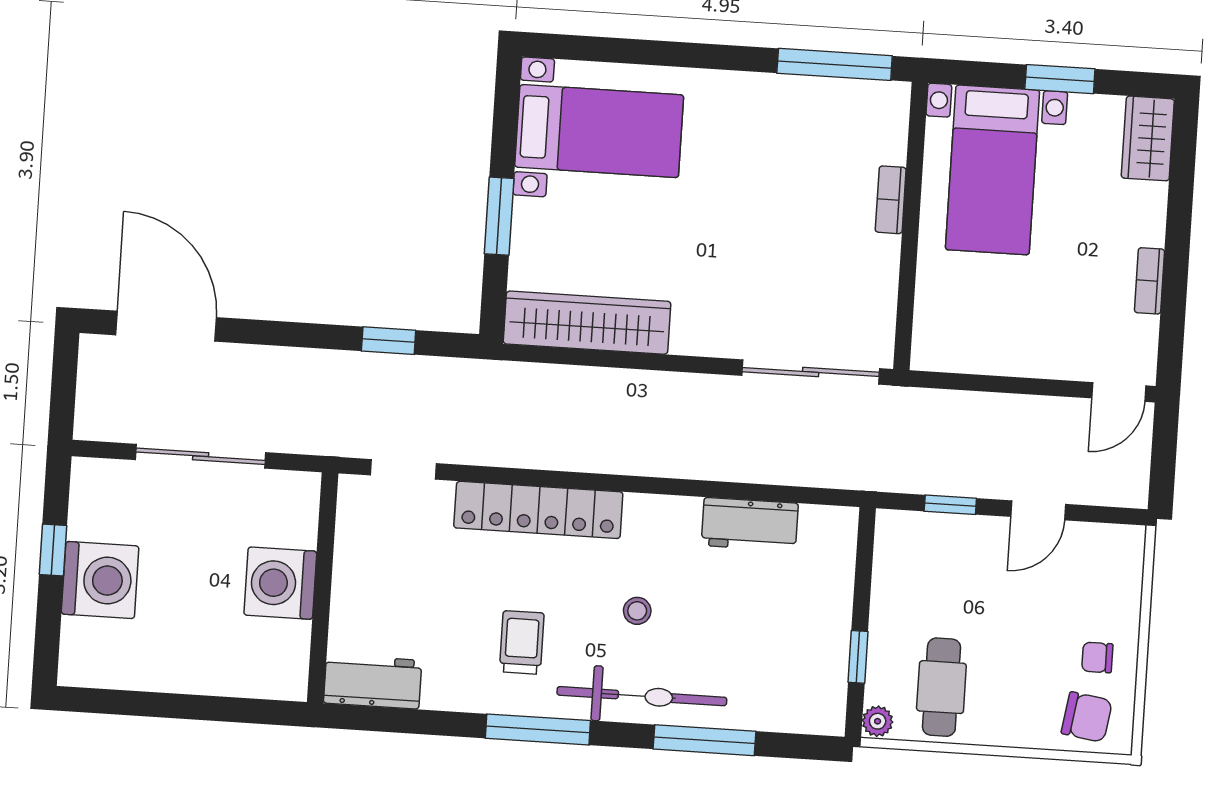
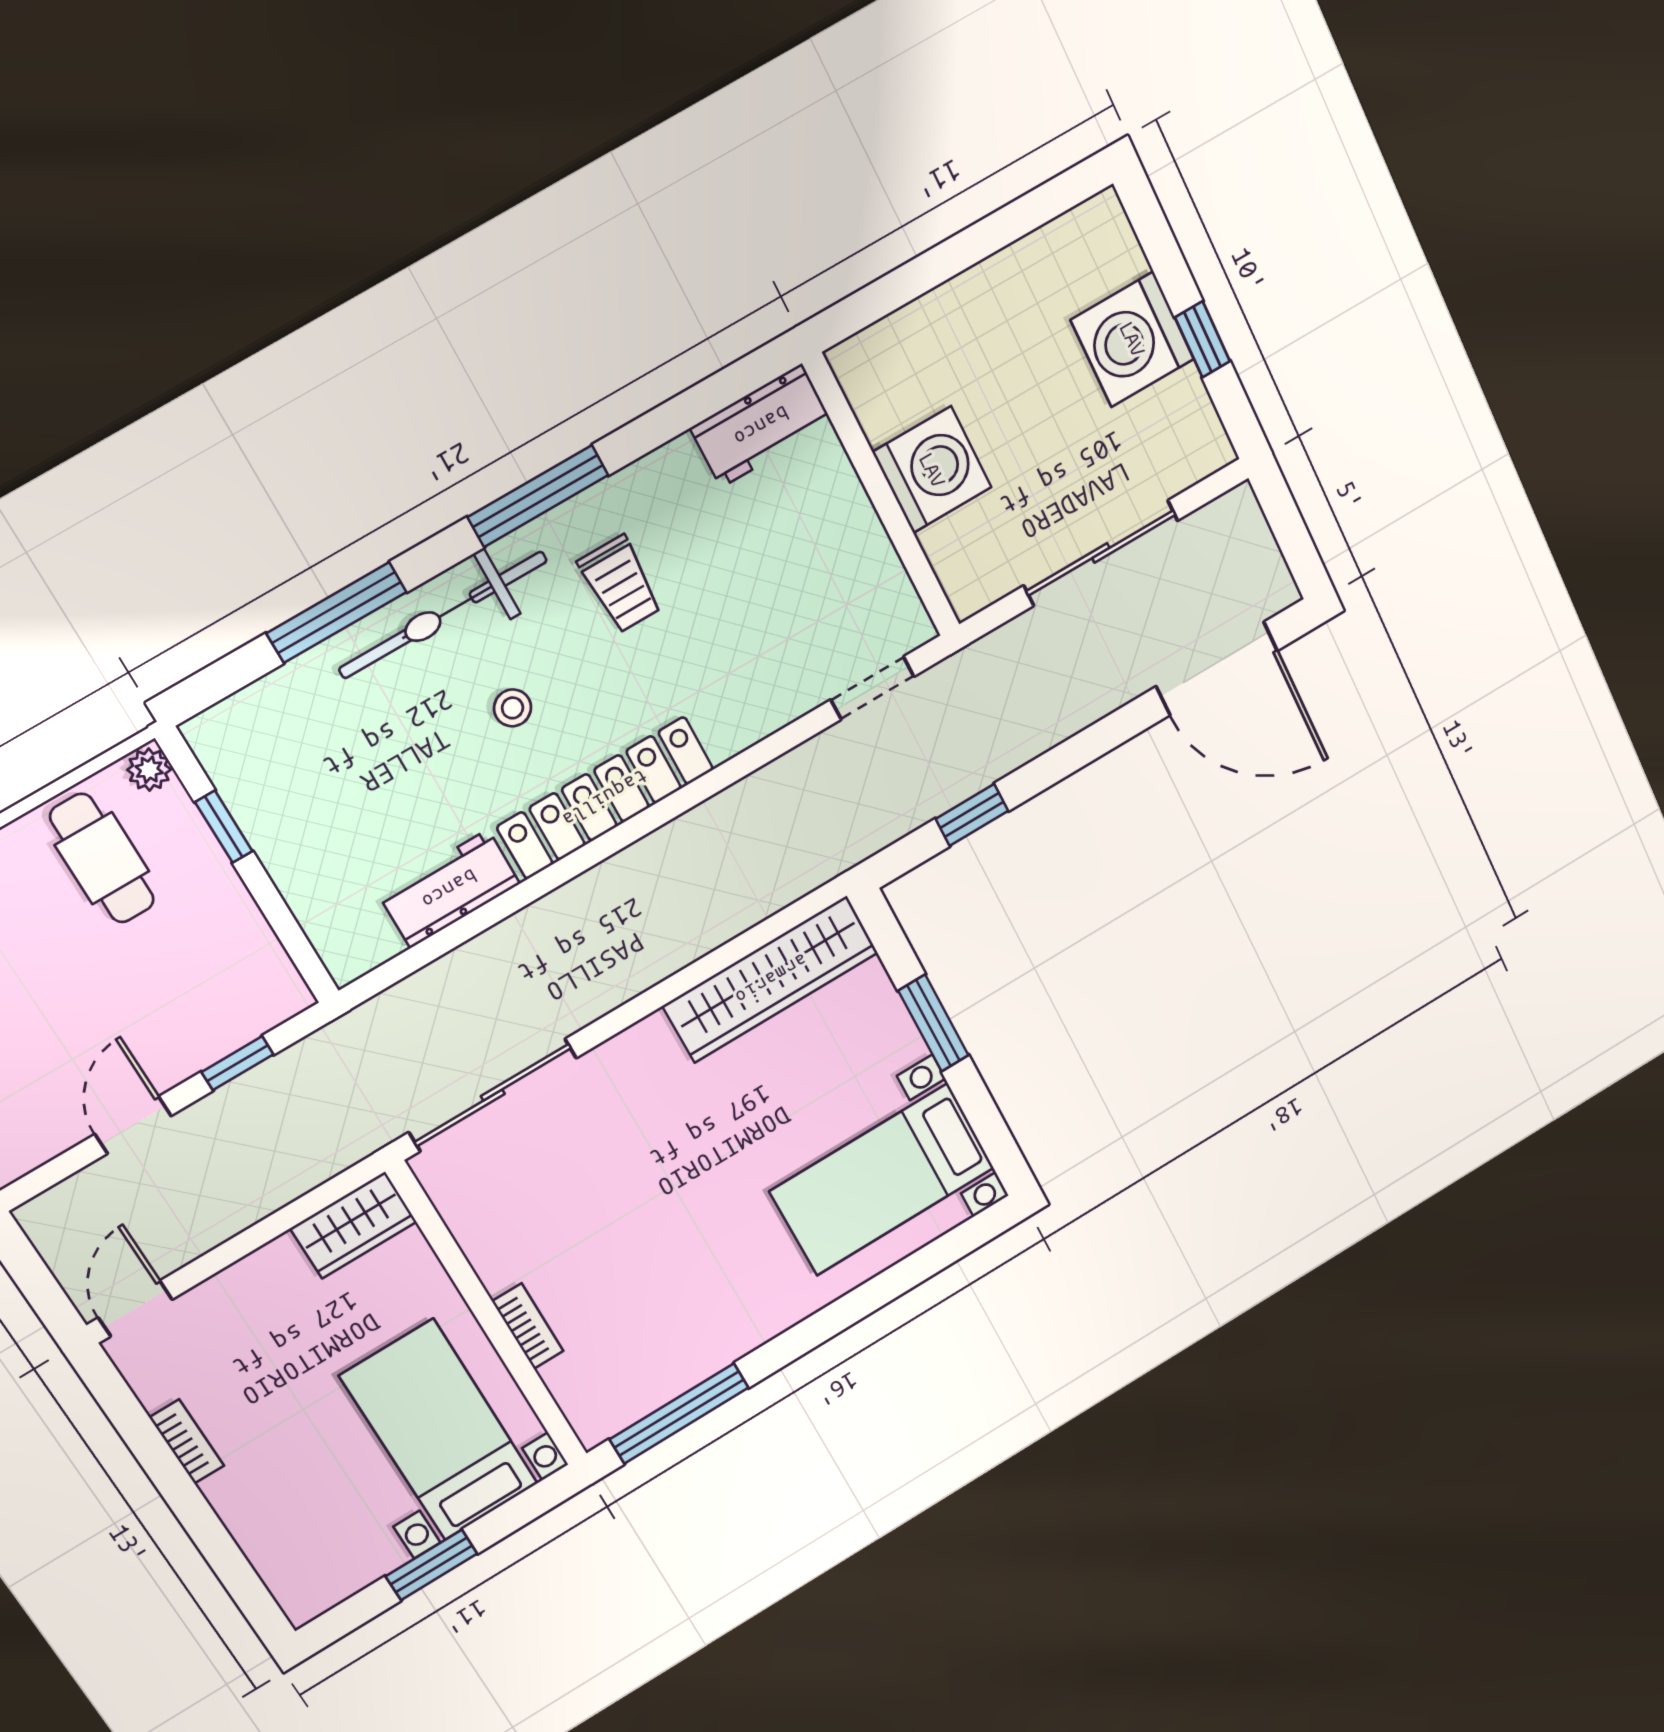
wardrobe: (1148, 138) -> (353, 1225), moved, turned 90
locker: (538, 510) -> (605, 798), moved

